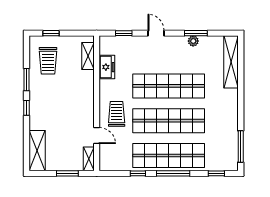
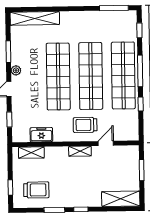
plant: (193, 41) -> (16, 70), moved
shelving: (89, 159) -> (80, 151), moved

